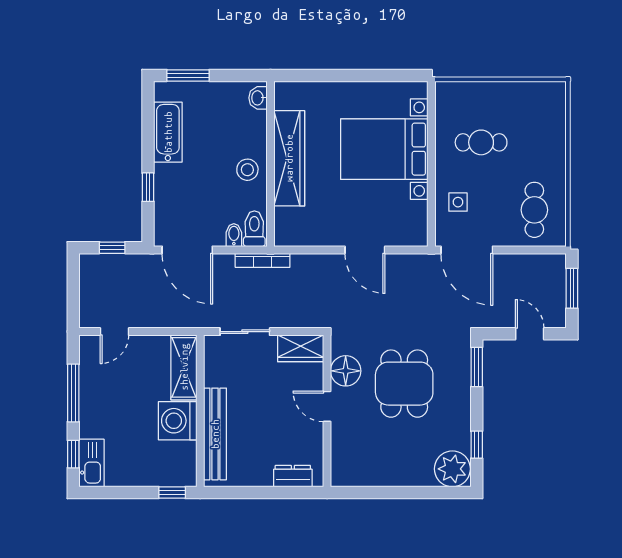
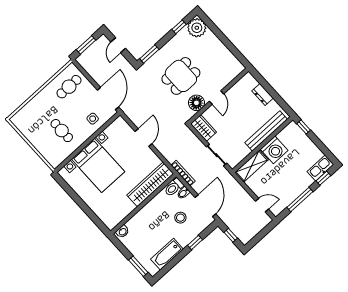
wardrobe: (289, 158) -> (150, 184), moved
stool: (247, 170) -> (180, 218), moved
dresser: (293, 476) -> (263, 95), moved

